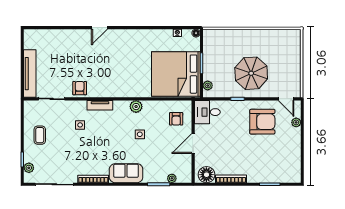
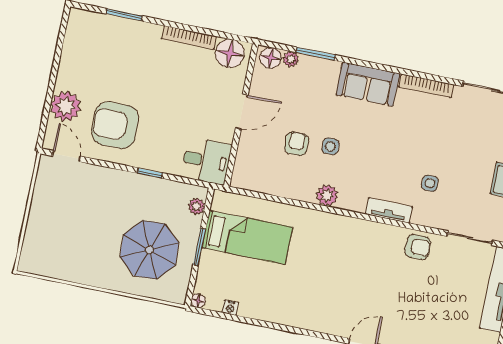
parasol: (251, 73) -> (149, 250), moved
bed: (176, 74) -> (247, 237), width x0.49
armchair: (80, 88) -> (418, 247), turned -90
armchair: (176, 119) -> (297, 144), moved
plant: (296, 122) -> (66, 106), width x1.88, depth x1.88
floor lamp: (183, 177) -> (271, 58), added

